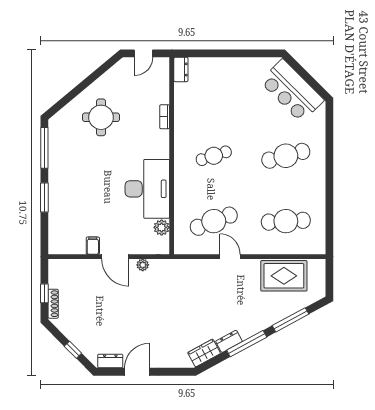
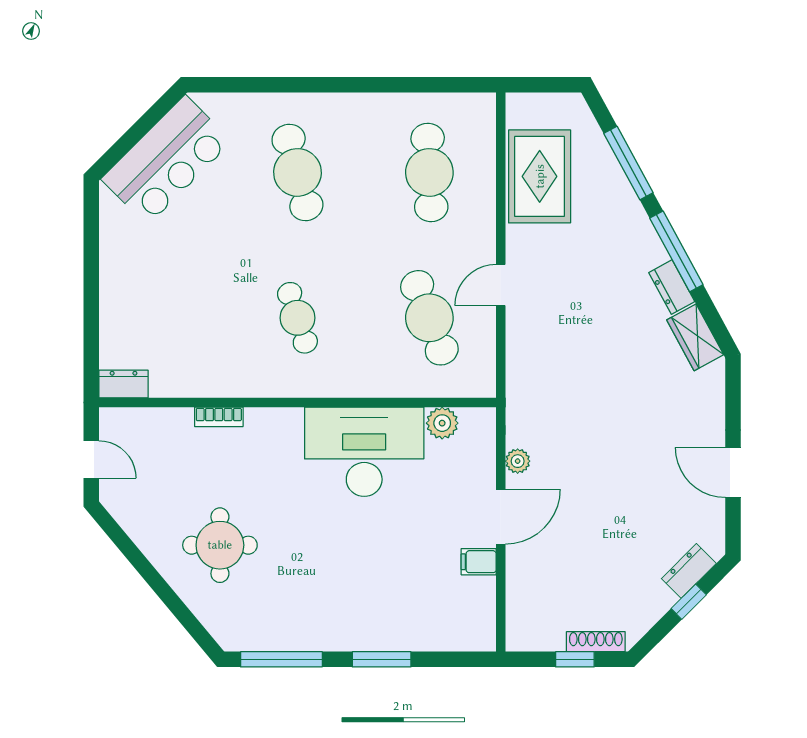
dresser: (110, 361) -> (689, 571), moved, turned 45

